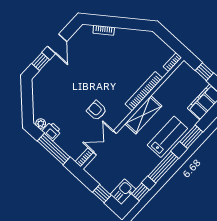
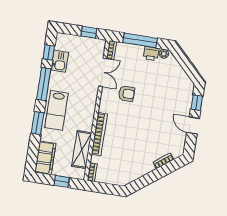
shelving: (143, 115) -> (82, 150), moved
kitchen sink: (123, 192) -> (60, 61), moved
window: (102, 194) -> (89, 32), moved

